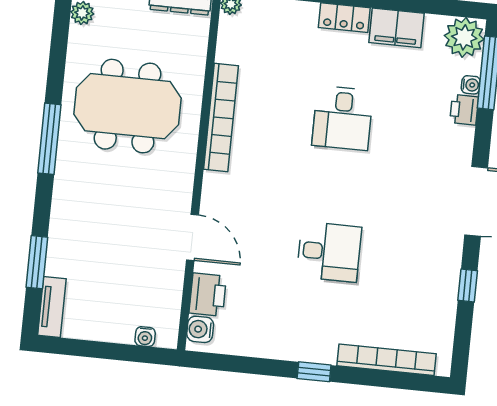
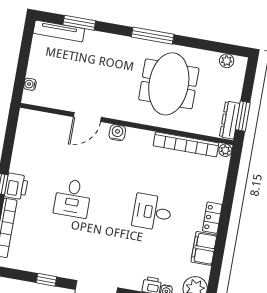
bookcase: (221, 117) -> (186, 144), moved
printer: (208, 295) -> (16, 186), moved, turned -90
tv unit: (52, 307) -> (59, 31), width x1.41
water cooler: (200, 329) -> (117, 133), moved

